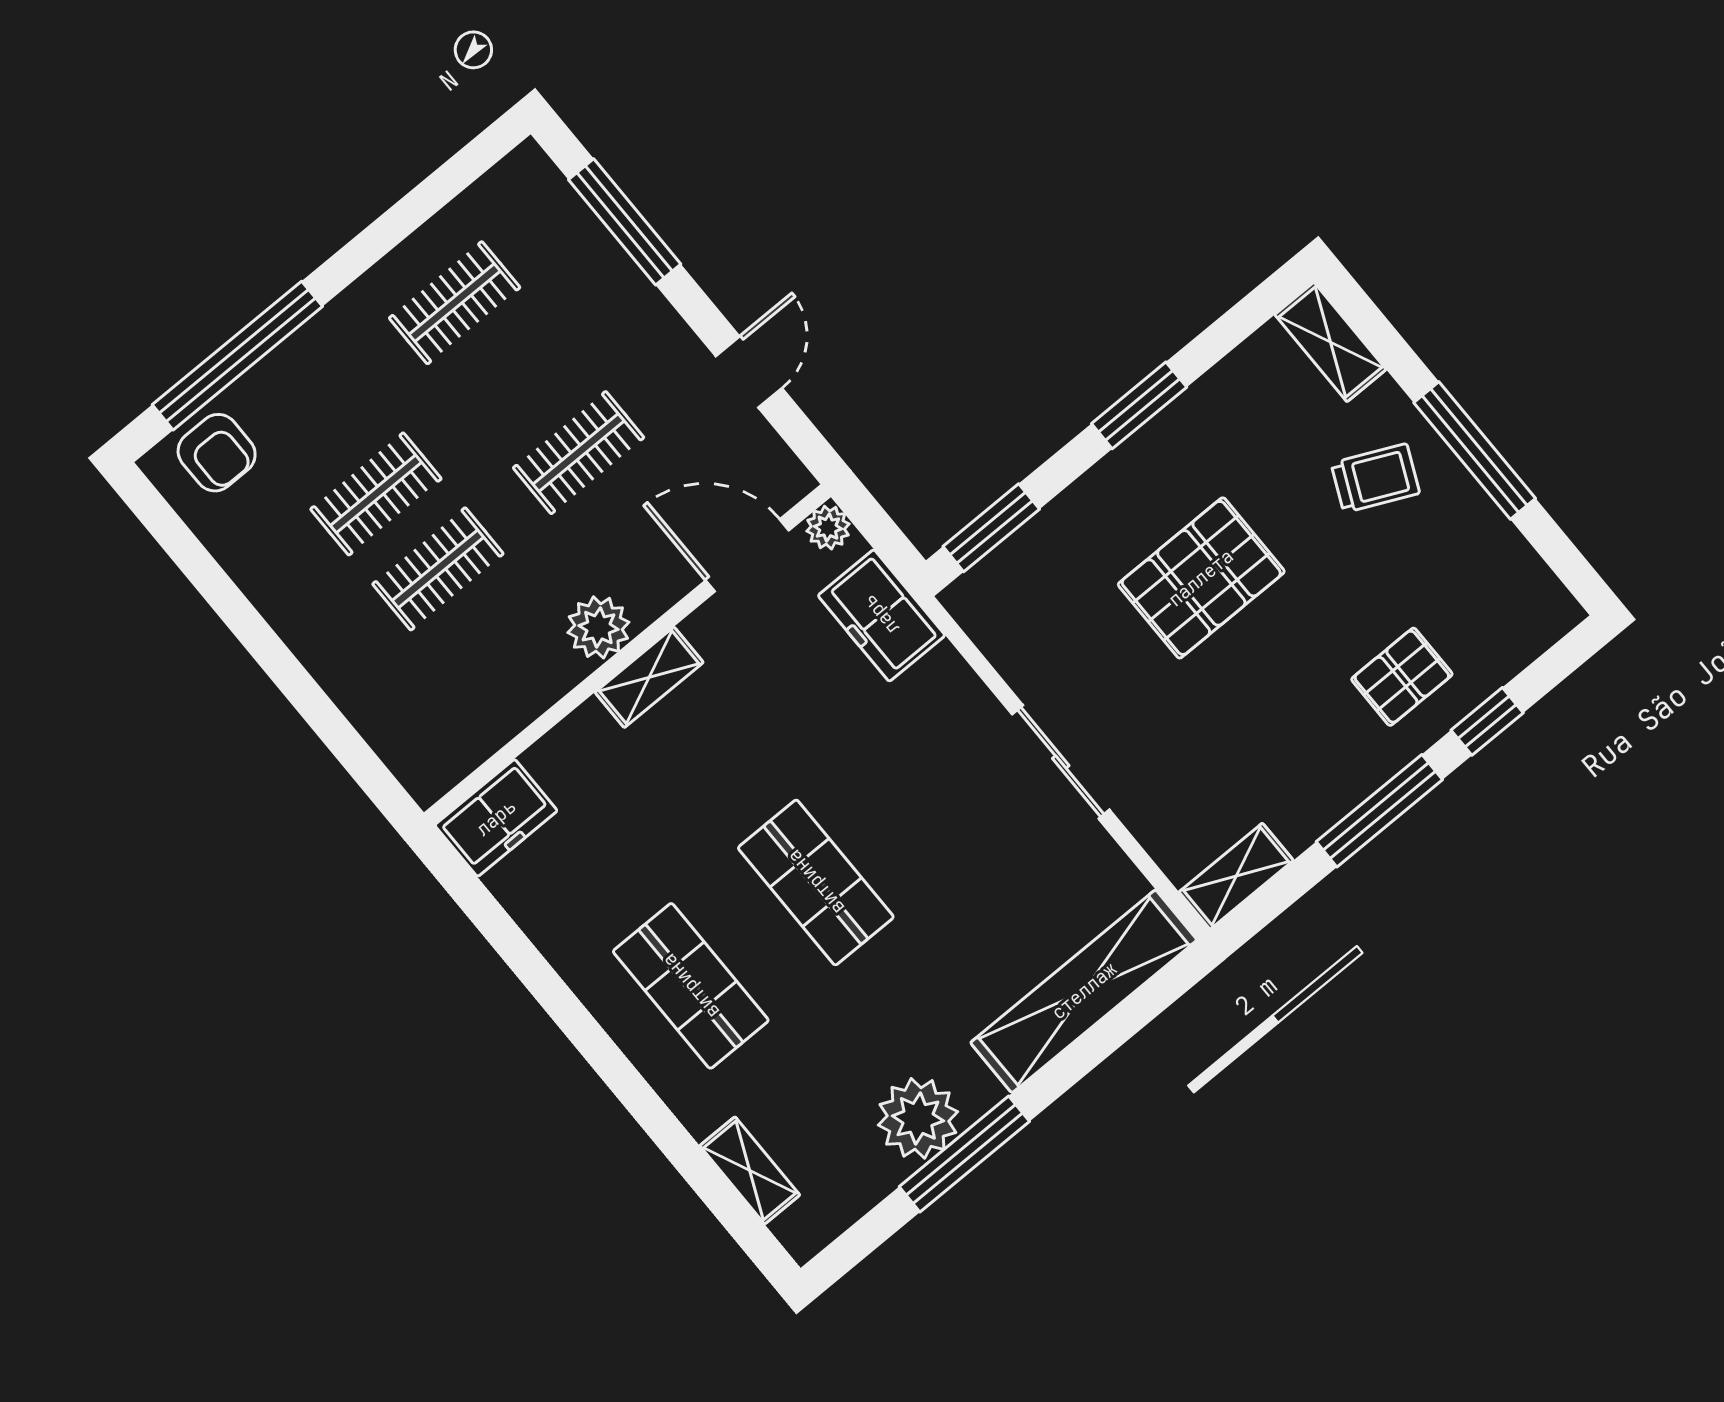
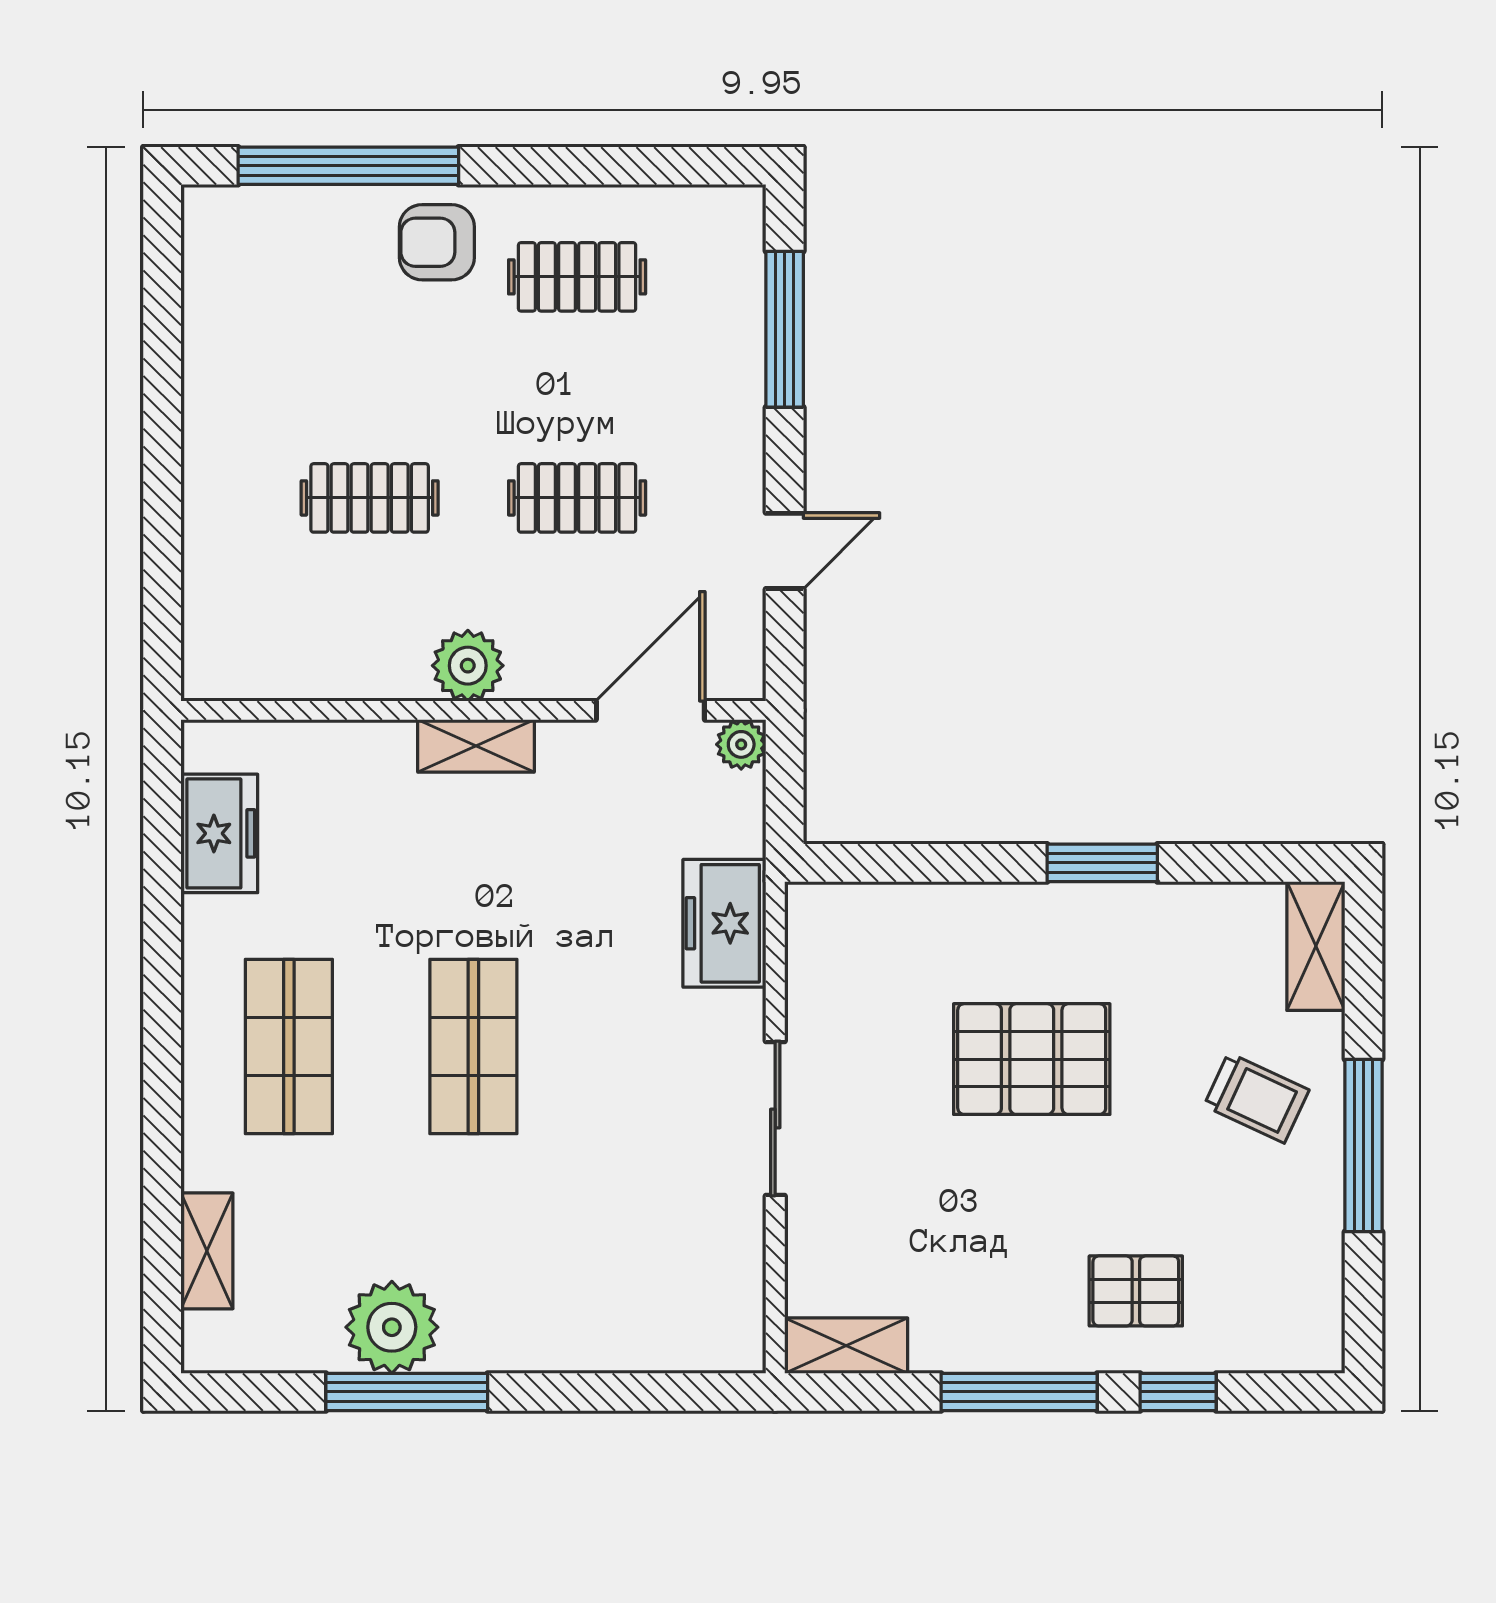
armchair: (217, 453) -> (437, 242), moved, turned 90
clothes rail: (376, 494) -> (370, 387), removed
window: (991, 528) -> (884, 863), removed
door: (747, 555) -> (650, 710), hinge flipped
freezer: (881, 615) -> (724, 923), moved
freezer: (496, 818) -> (219, 833), moved, turned -90
shelving: (1084, 991) -> (629, 1336), removed

